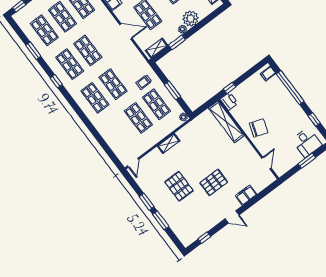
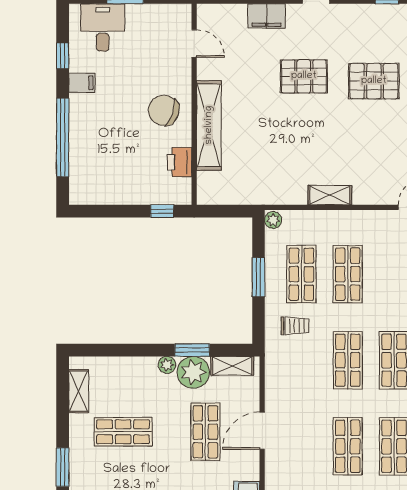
plant: (191, 19) -> (193, 372), moved
door: (126, 31) -> (262, 431), hinge flipped
filing cabinet: (268, 74) -> (82, 83), moved
printer: (229, 101) -> (179, 162), moved
shelving: (226, 122) -> (209, 125), moved
door: (266, 163) -> (194, 43), swing flipped
pallet: (179, 186) -> (374, 81), moved, turned 90

